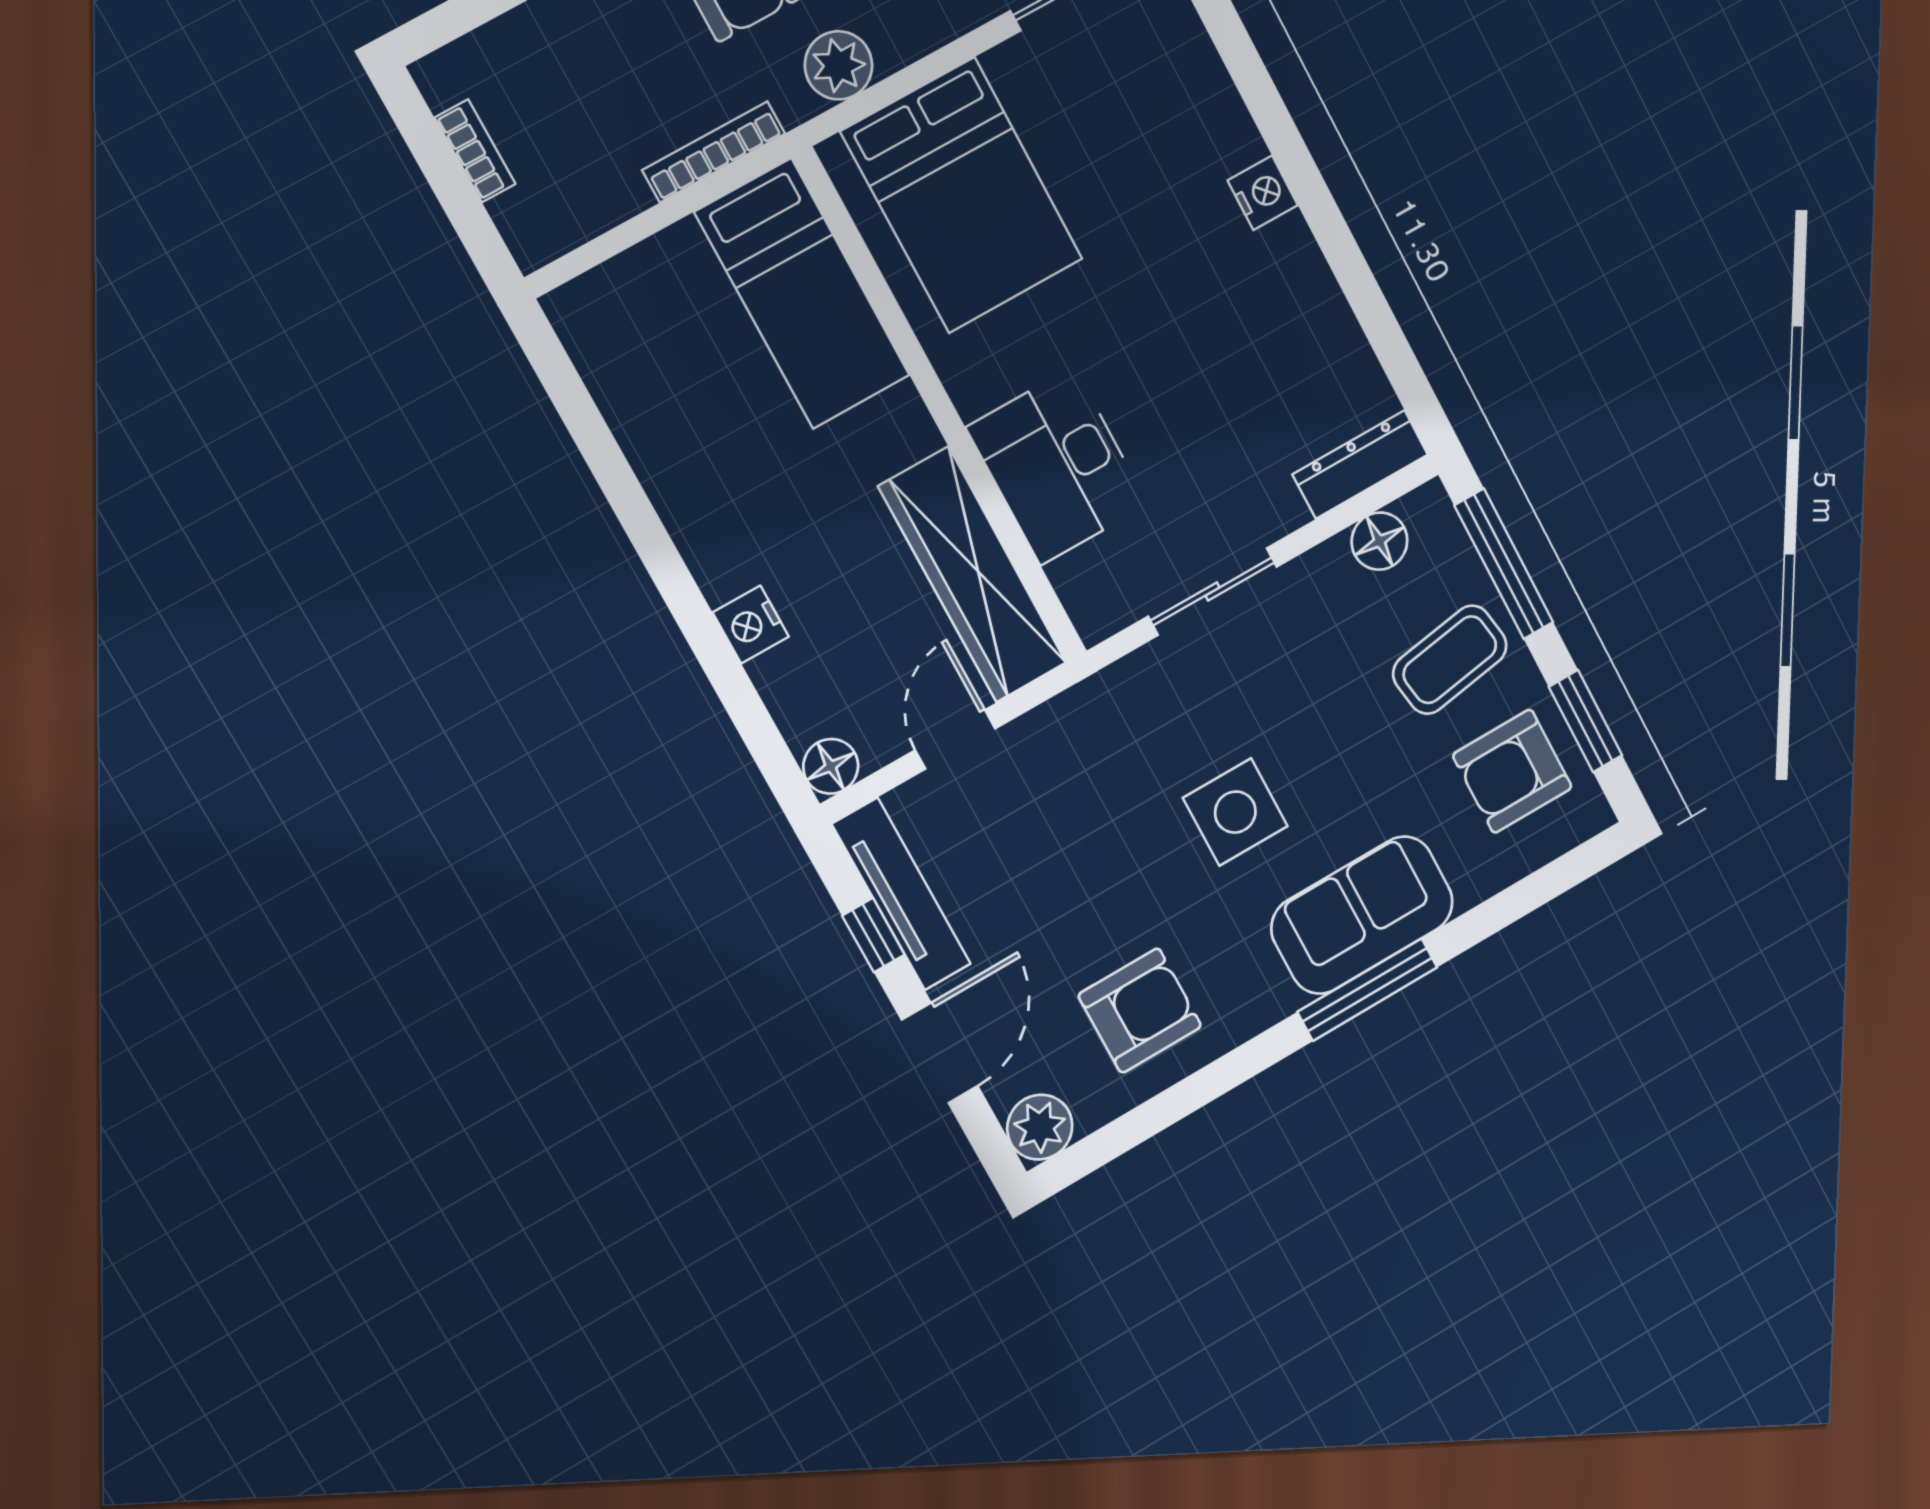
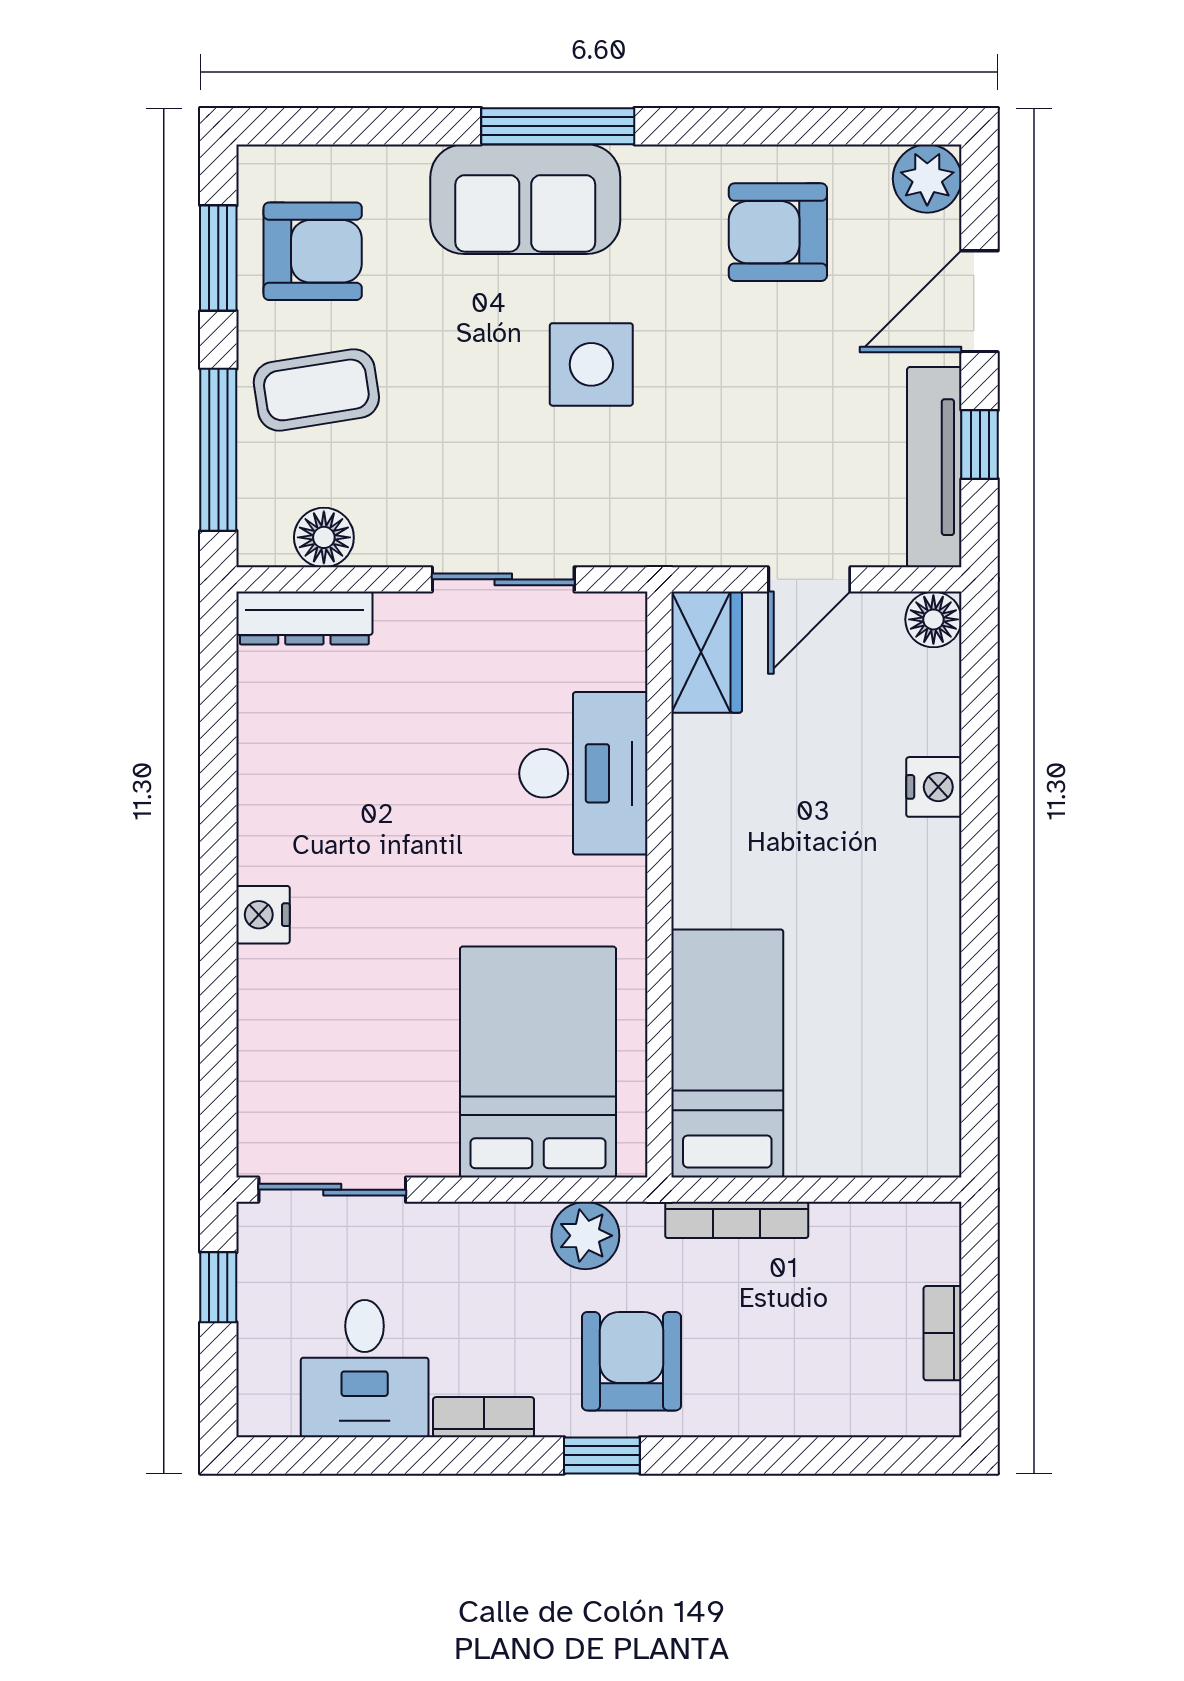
wardrobe: (973, 575) -> (707, 652), width x0.48, depth x0.85

